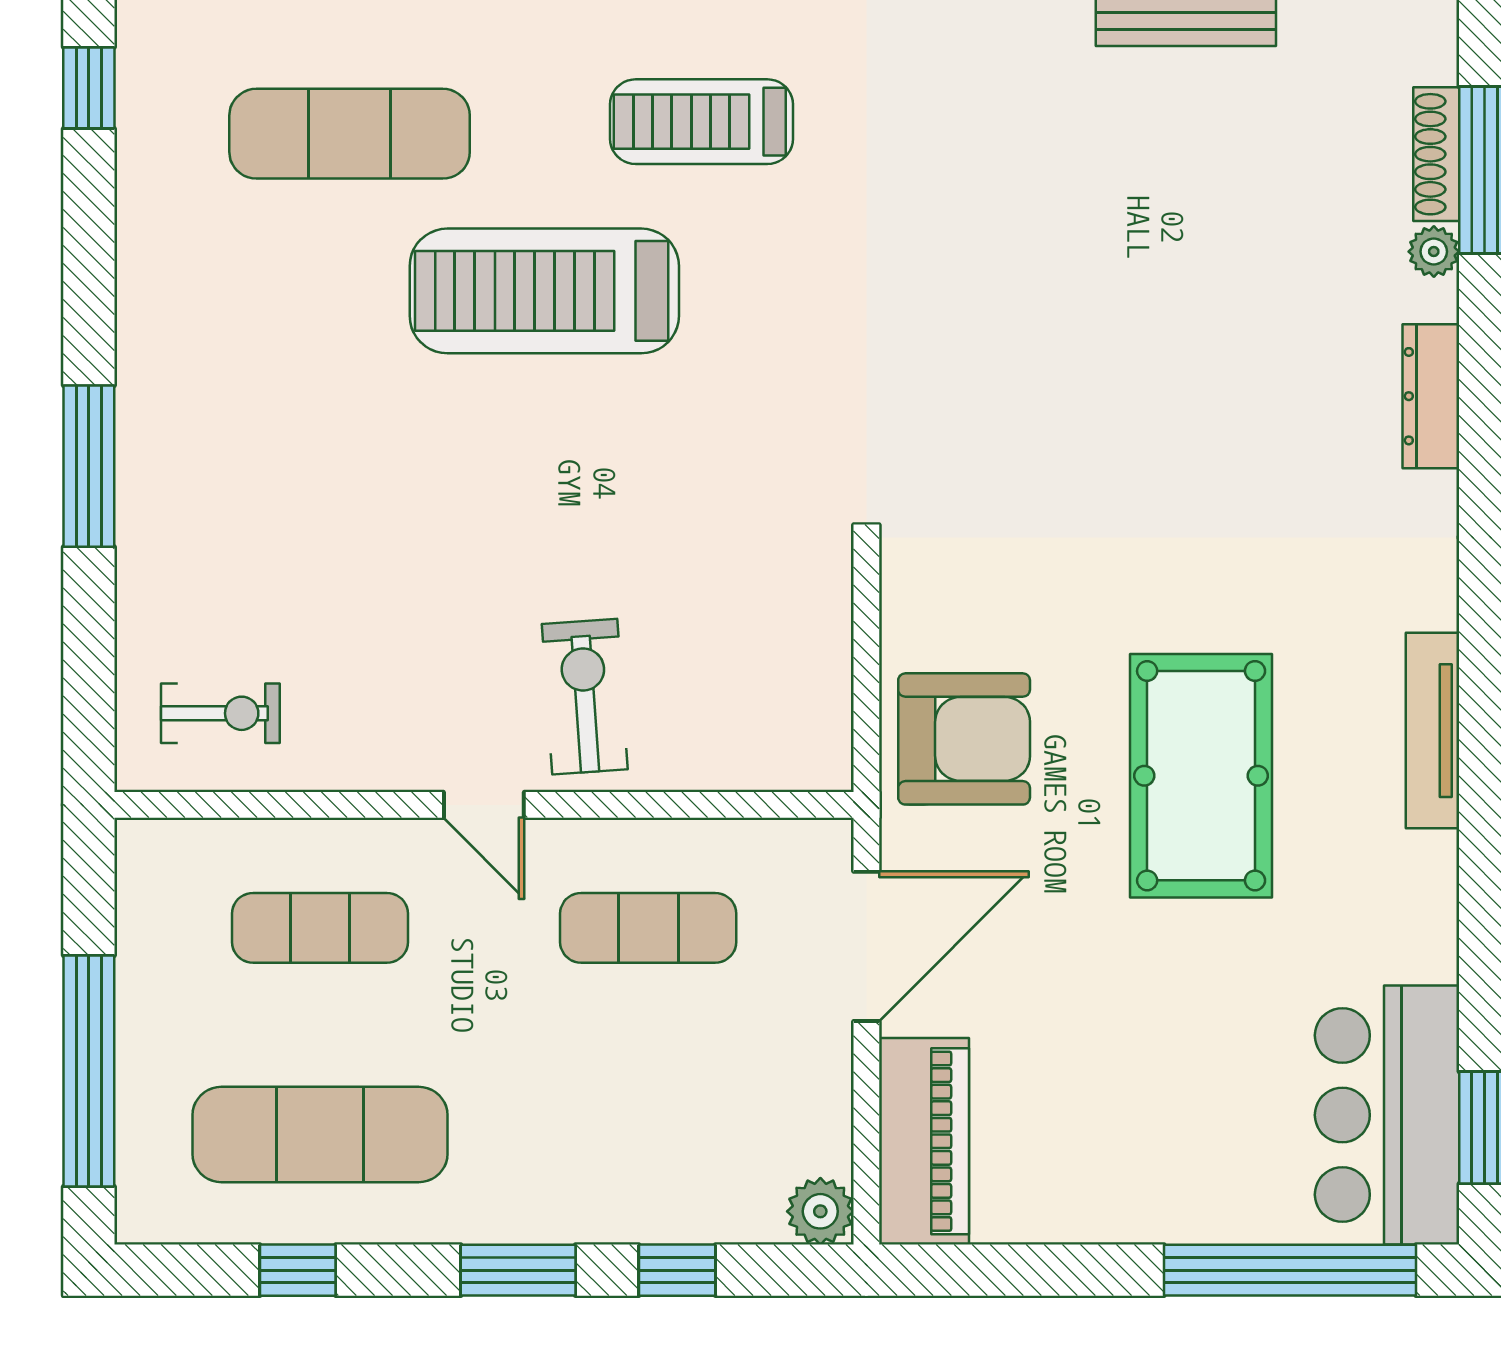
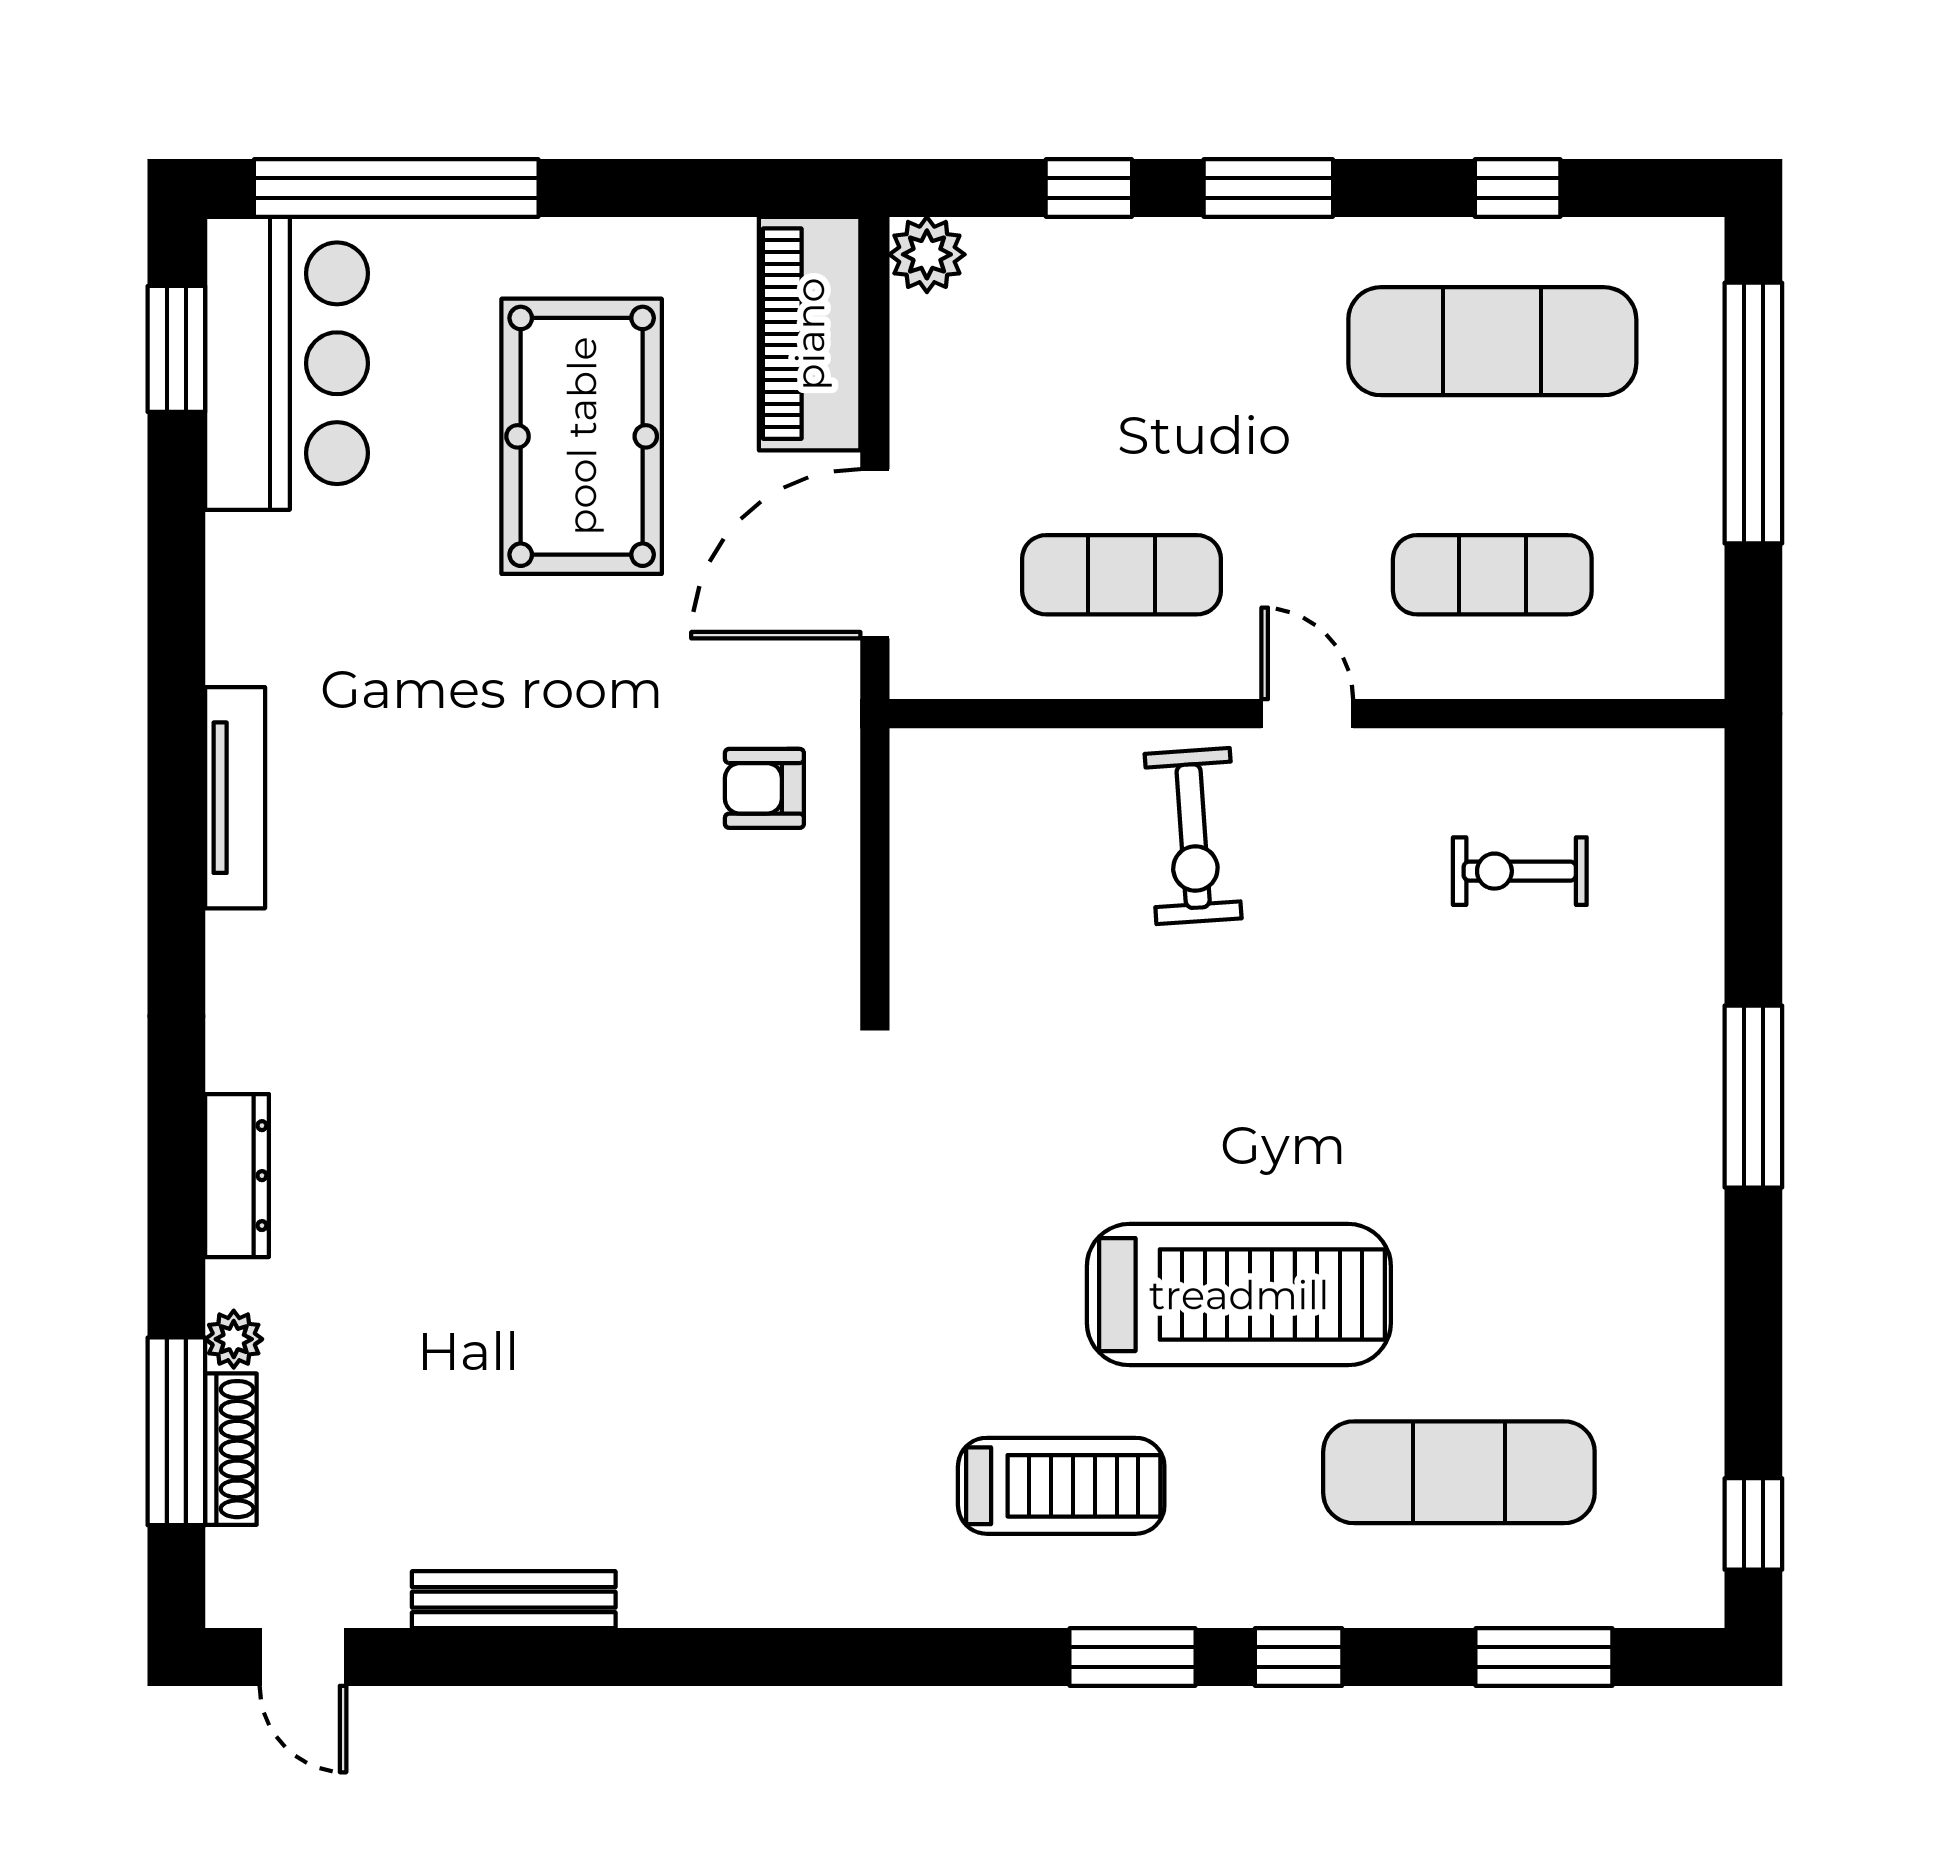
exercise bike: (220, 713) -> (1520, 871), moved
armchair: (964, 739) -> (764, 788), width x0.53, depth x0.53
pool table: (1201, 776) -> (582, 436), moved

